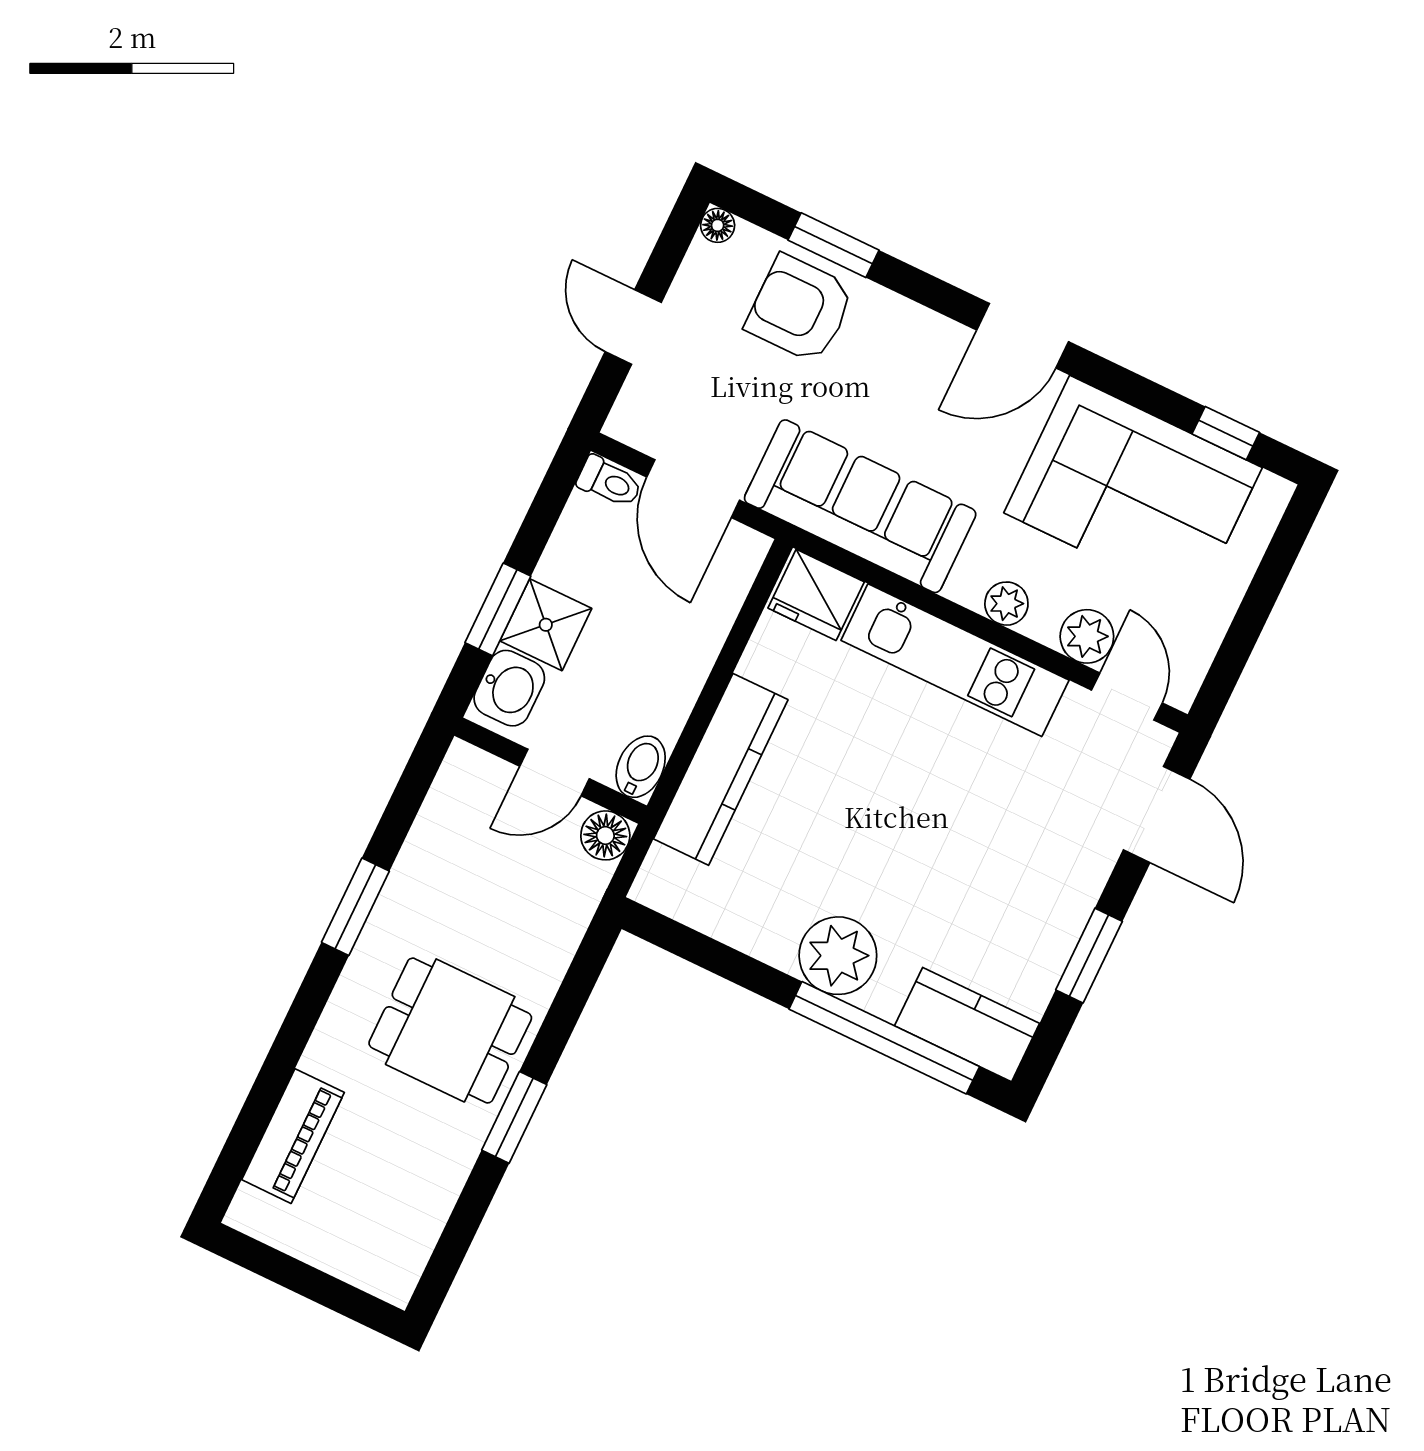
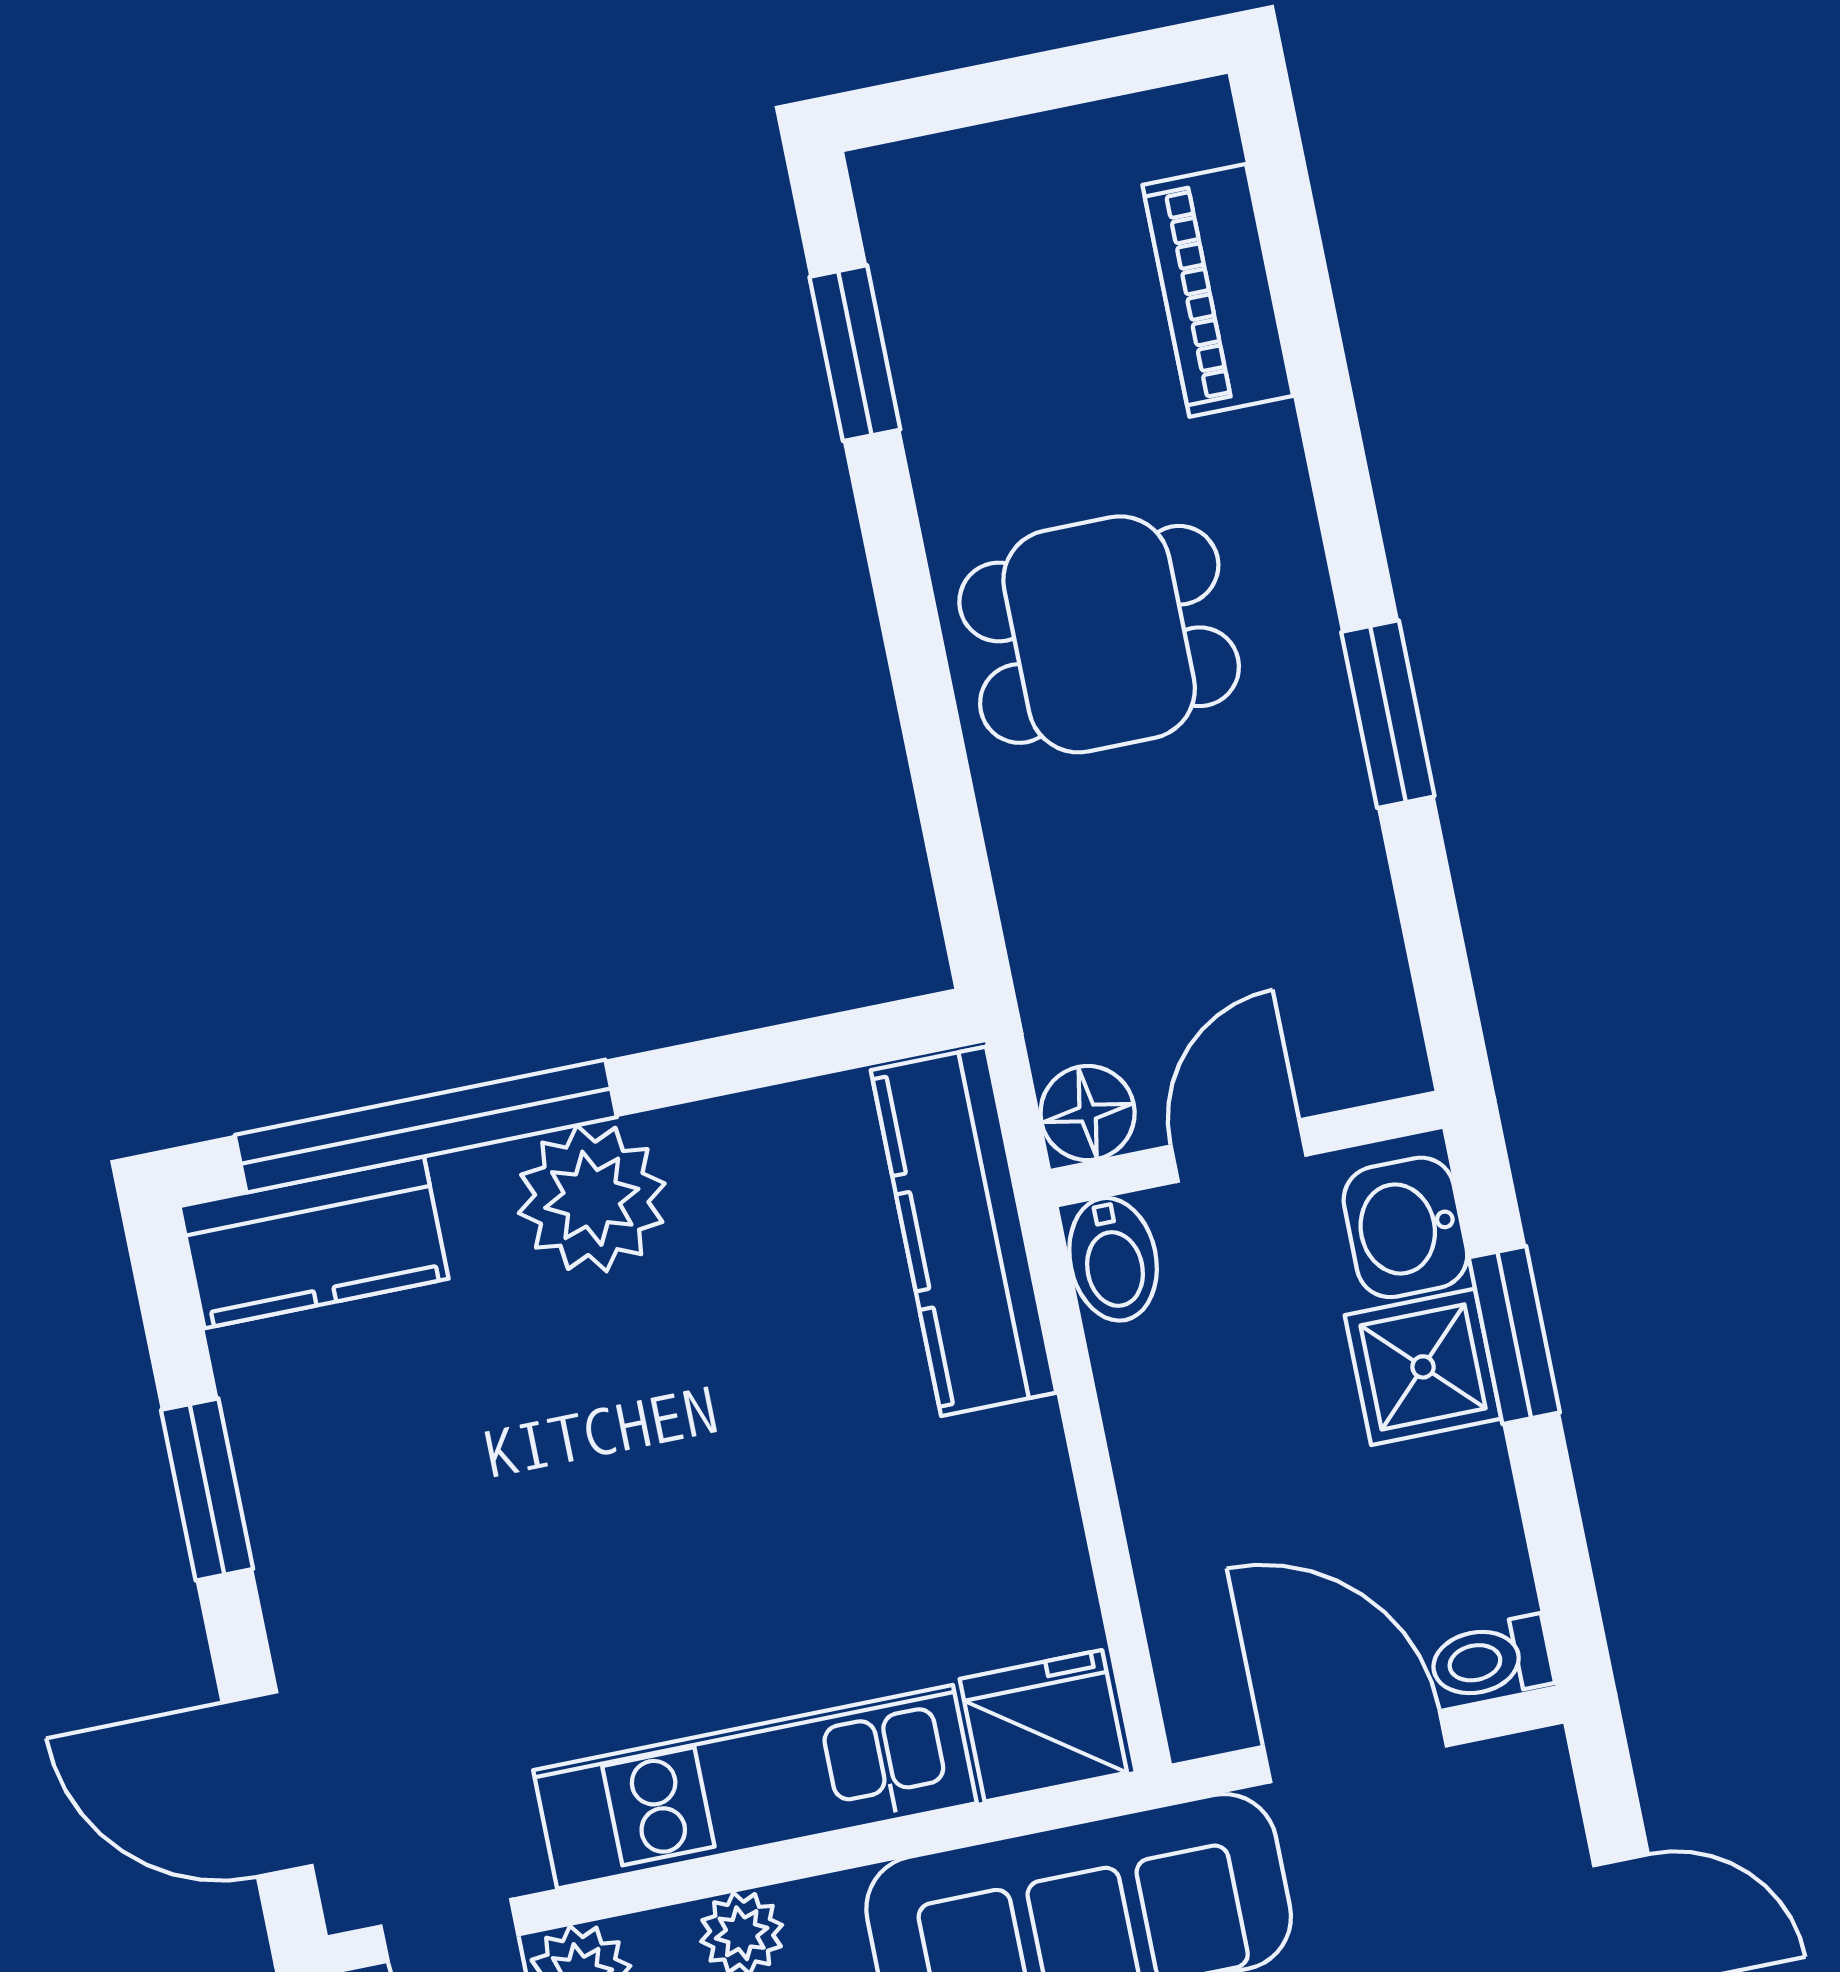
kitchen counter: (721, 769) -> (964, 1231), moved
window: (514, 1117) -> (855, 353), moved

